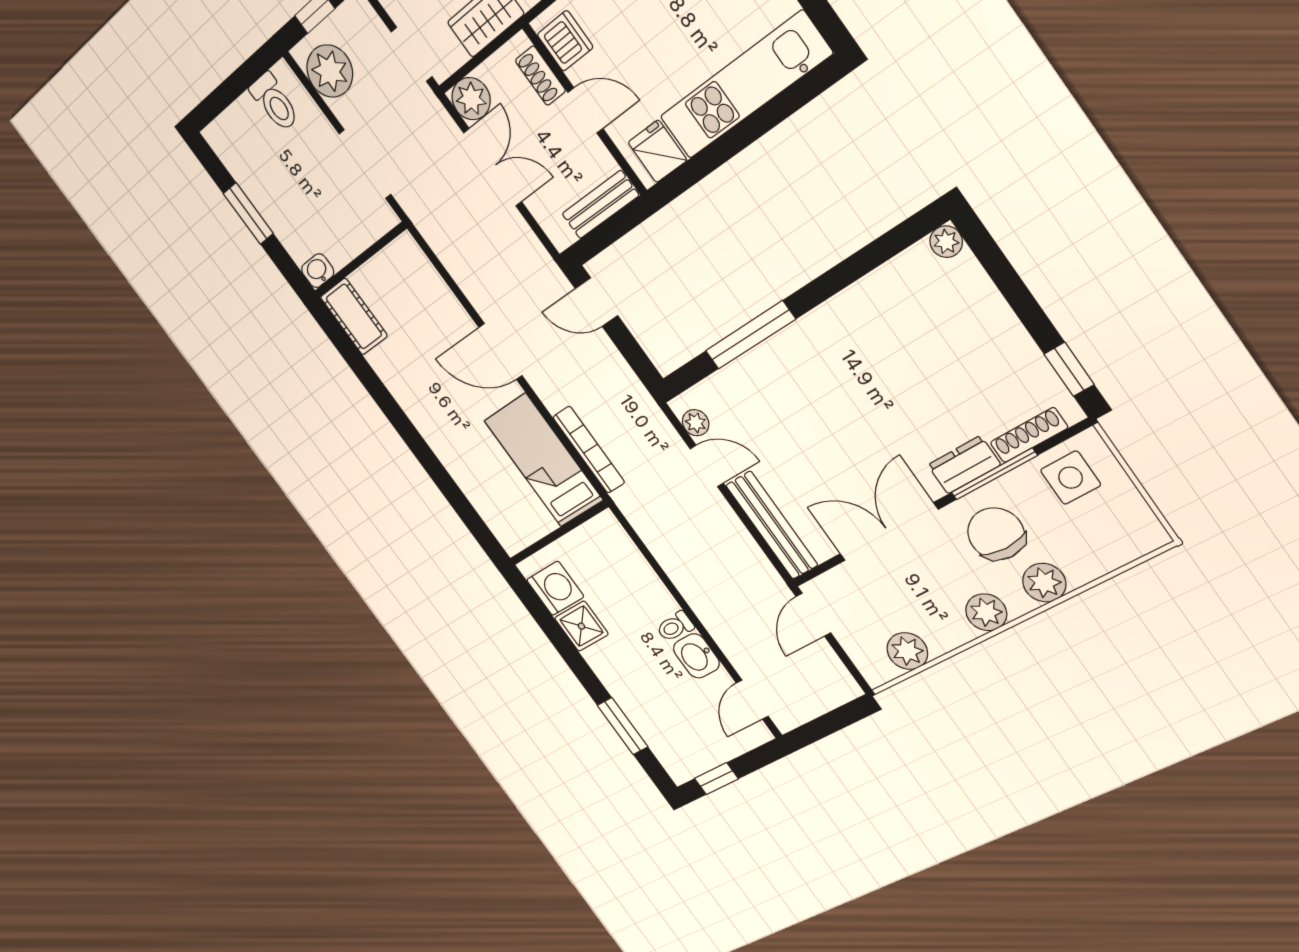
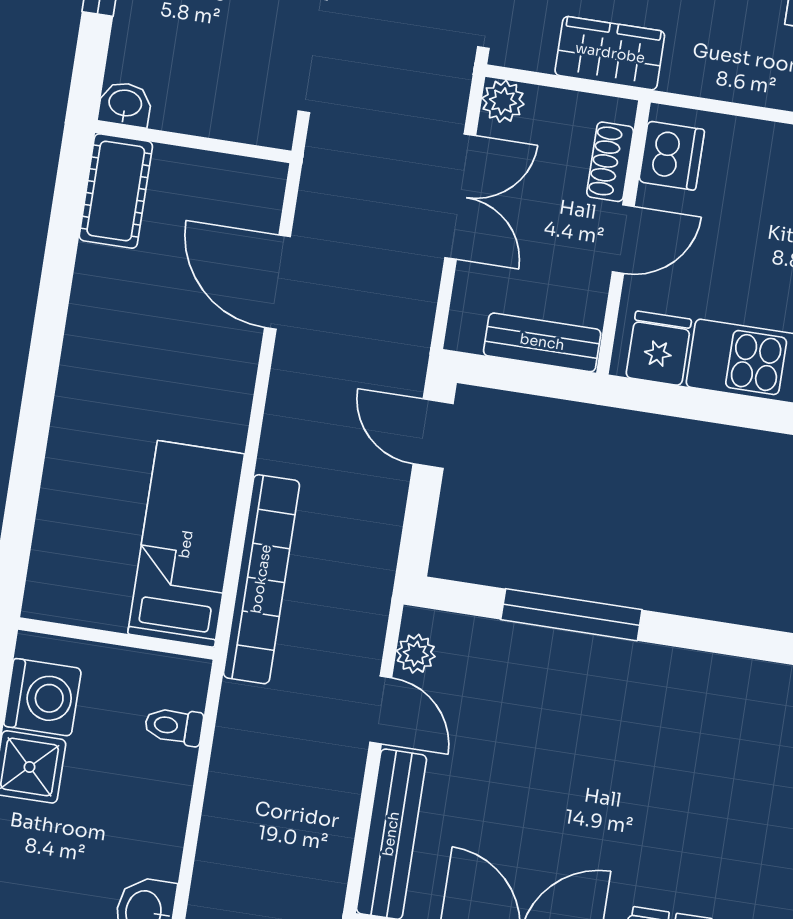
plant: (471, 99) -> (503, 101), width x0.73, depth x0.73
door: (585, 110) -> (623, 239), hinge flipped
door: (500, 351) -> (277, 282), moved
bookcase: (589, 450) -> (261, 579), width x1.48, depth x1.31
toilet: (675, 627) -> (174, 726), moved

